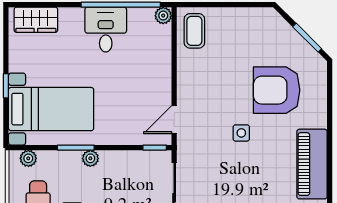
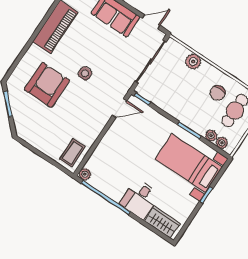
desk: (106, 30) -> (140, 199), moved
armchair: (277, 90) -> (47, 85), turned -90
plant: (90, 158) -> (211, 136), moved

